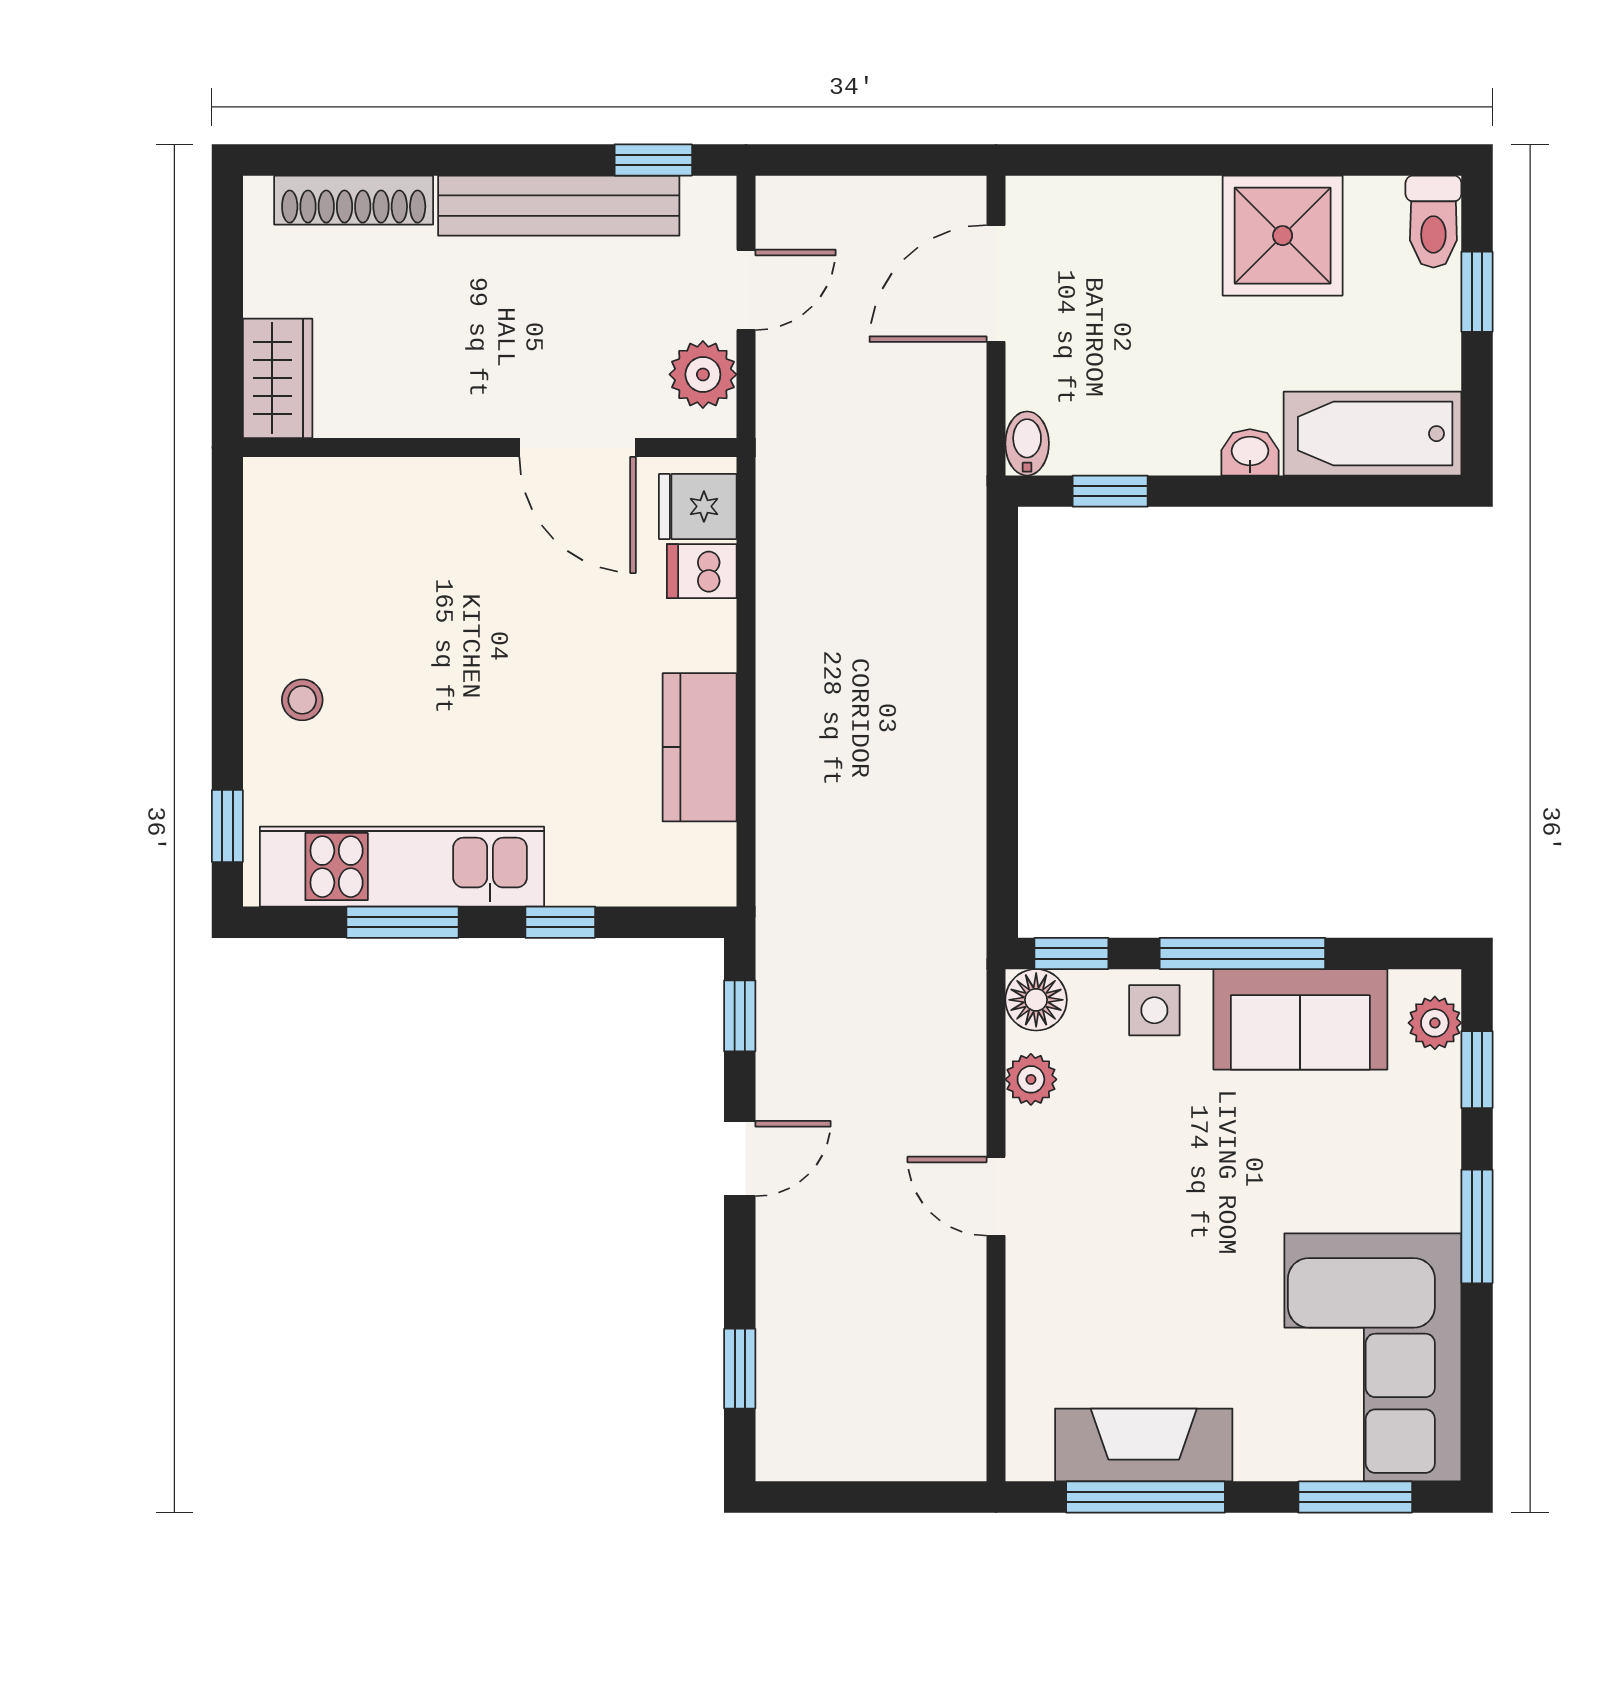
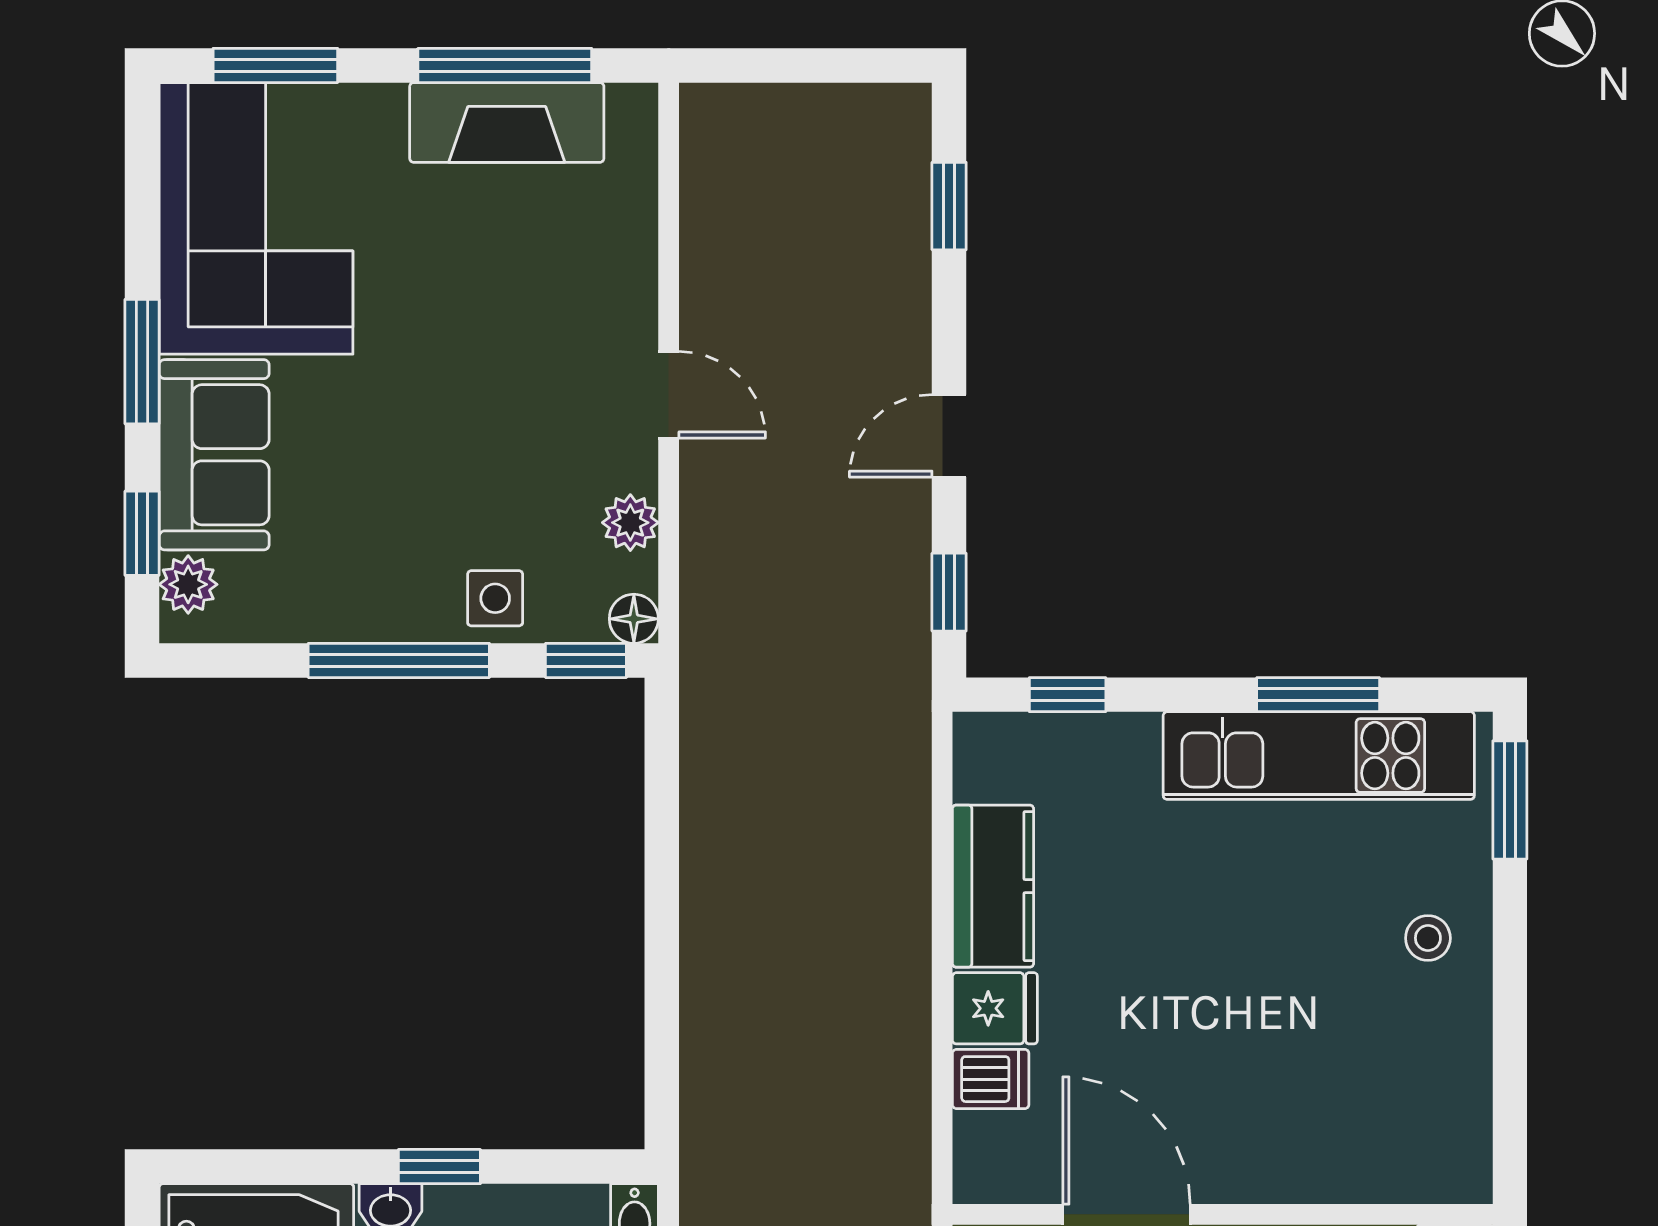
window: (1110, 491) -> (439, 1167), moved
fridge: (698, 506) -> (995, 1008), moved
window: (227, 826) -> (1510, 800), width x1.50
window: (560, 922) -> (1068, 695), moved
floor lamp: (1036, 1000) -> (634, 619), width x0.73, depth x0.73
sofa: (1300, 1019) -> (214, 455), moved, turned 90

